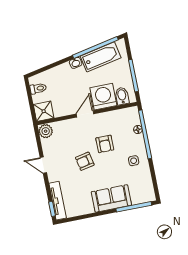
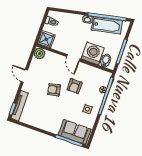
door: (85, 114) -> (73, 58), swing flipped
sofa: (111, 198) -> (75, 132), moved

